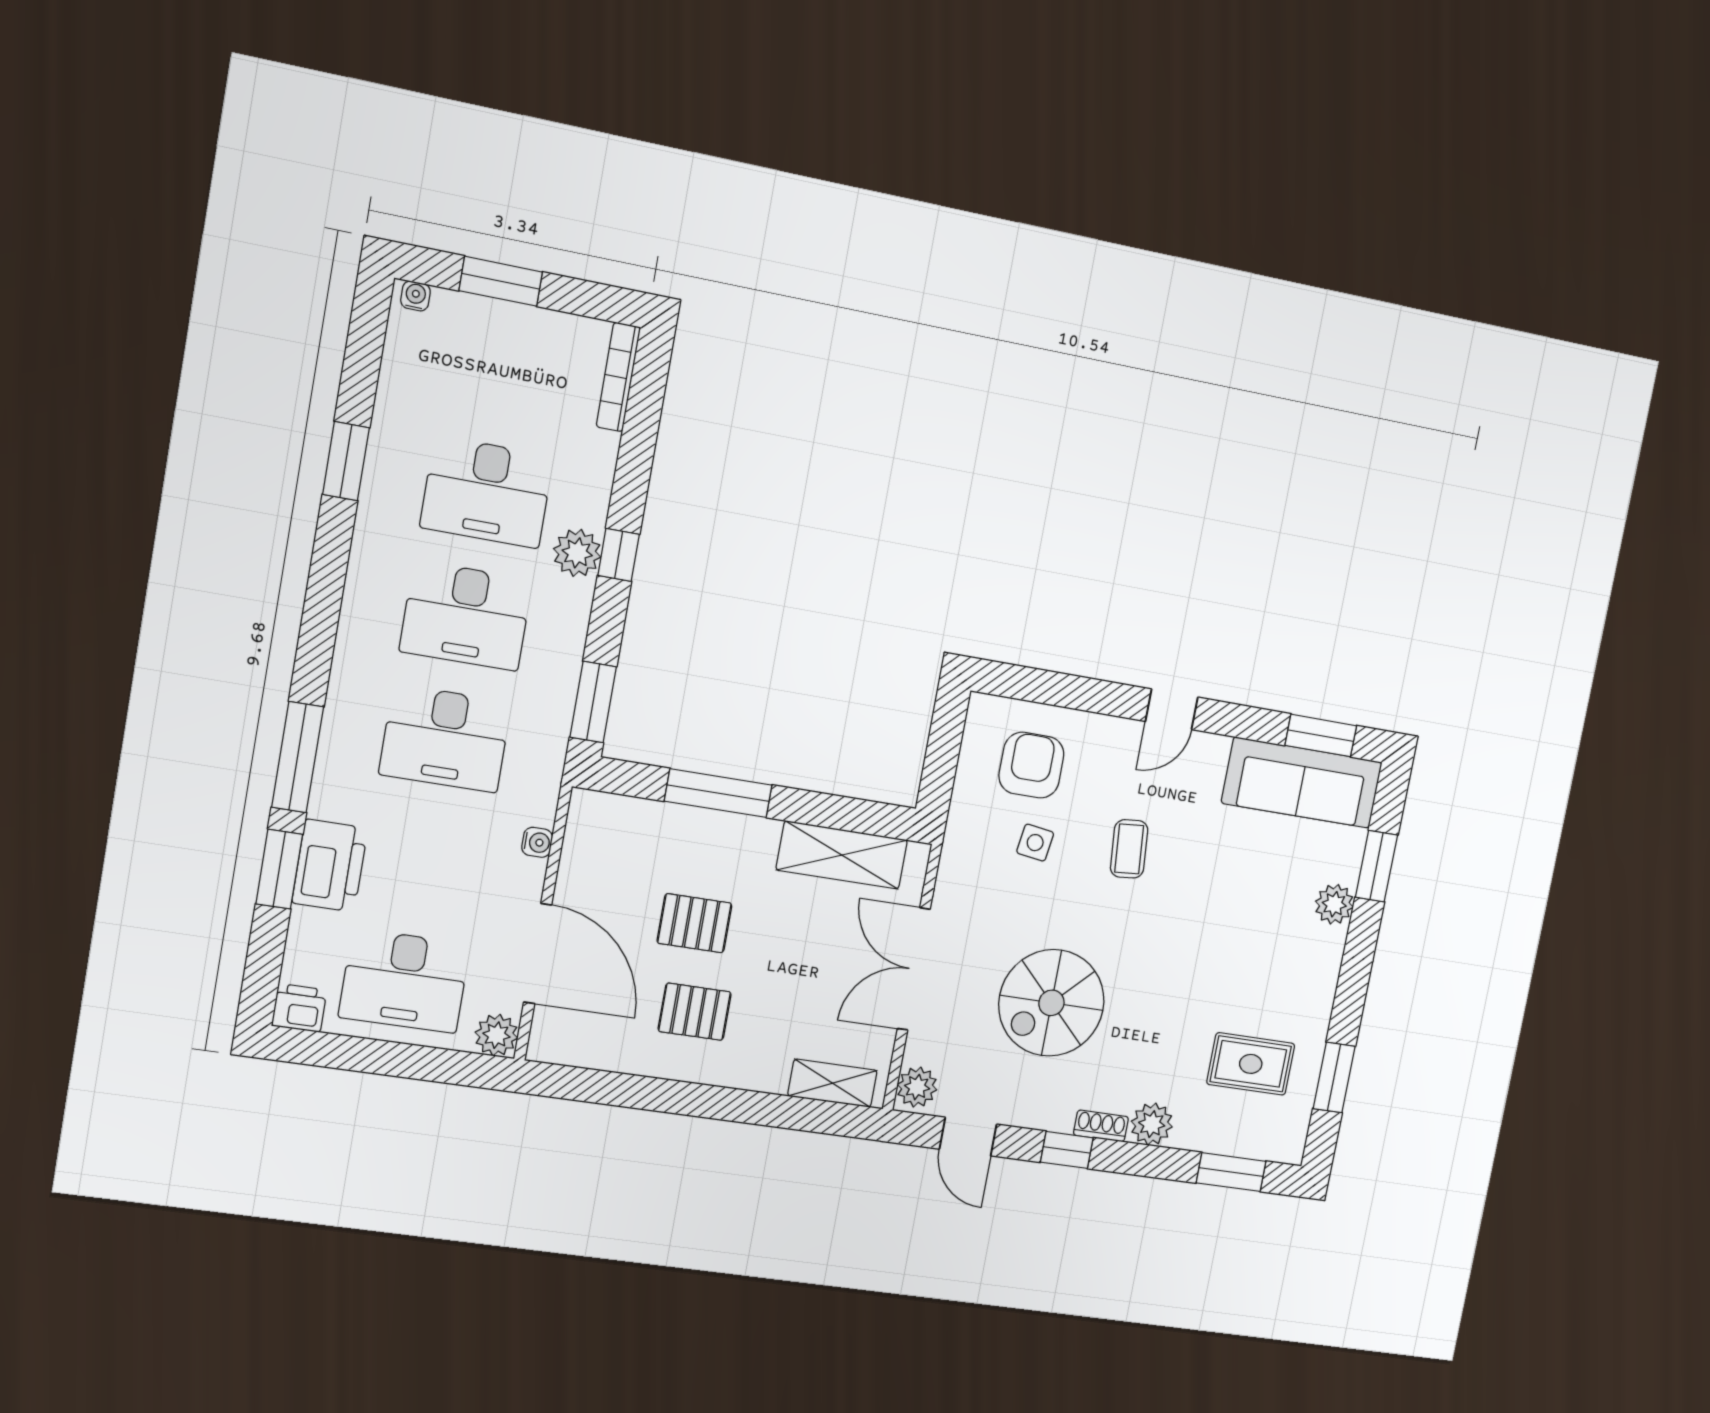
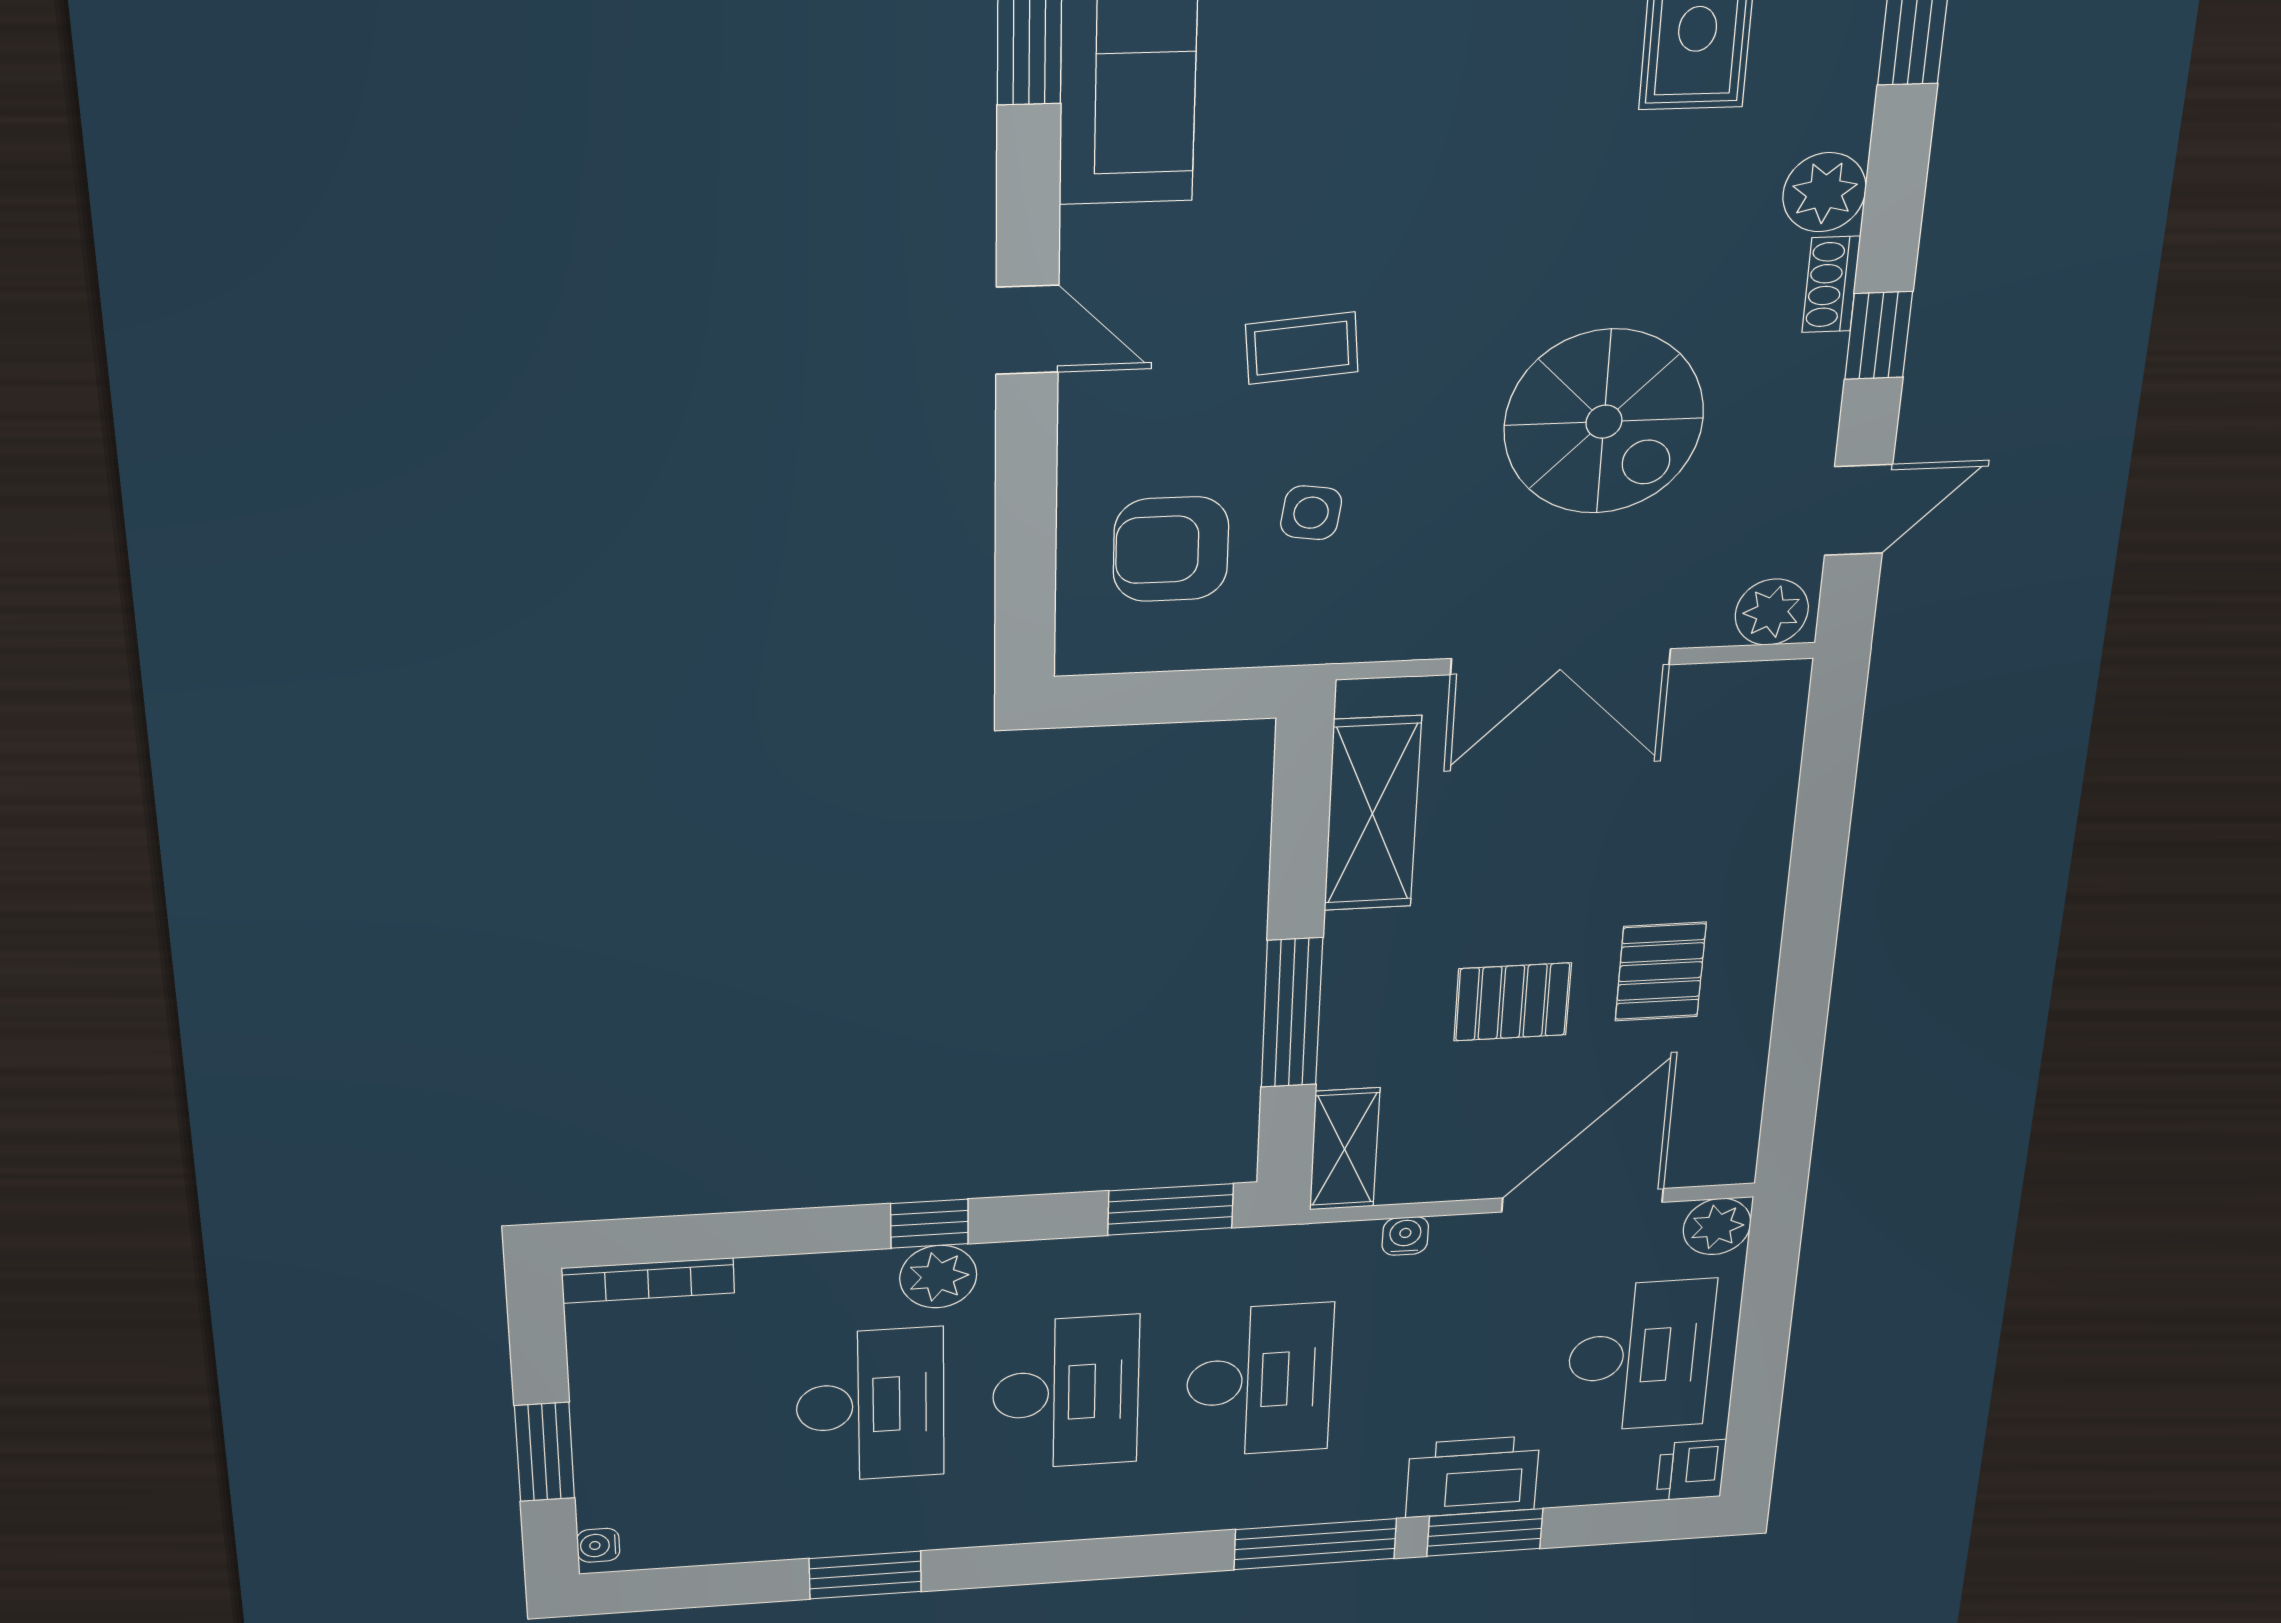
pallet: (694, 923) -> (1513, 1002), turned 90
shelving: (832, 1083) -> (1345, 1149), moved

